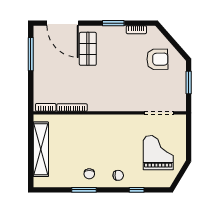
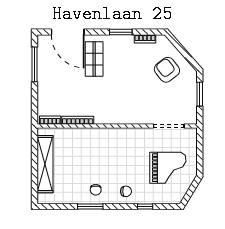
armchair: (157, 59) -> (167, 70), turned -127
grand piano: (158, 153) -> (168, 168), turned 90

